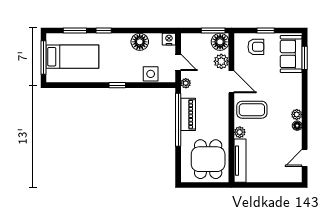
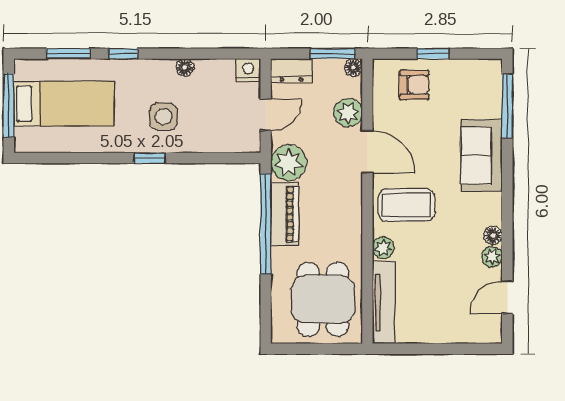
dresser: (192, 39) -> (291, 70), added
floor lamp: (140, 42) -> (185, 67), width x0.53, depth x0.53
floor lamp: (220, 42) -> (353, 68), width x0.53, depth x0.53
sofa: (291, 54) -> (482, 155), moved
window: (305, 58) -> (507, 106), width x1.44
door: (178, 62) -> (266, 115), hinge flipped
side table: (151, 74) -> (164, 117), moved
plant: (186, 83) -> (289, 163), width x1.87, depth x1.87
plant: (297, 114) -> (492, 257), moved

